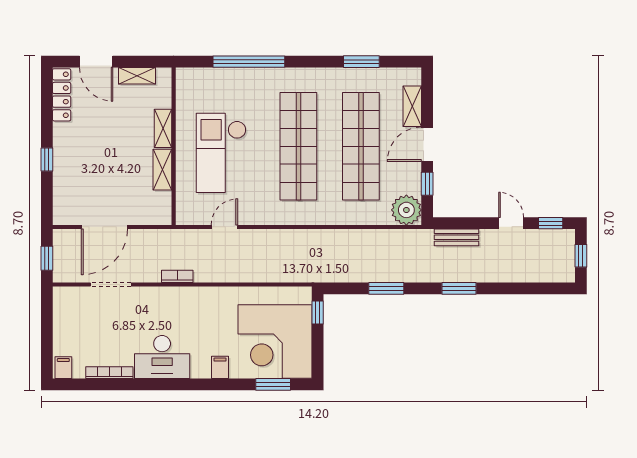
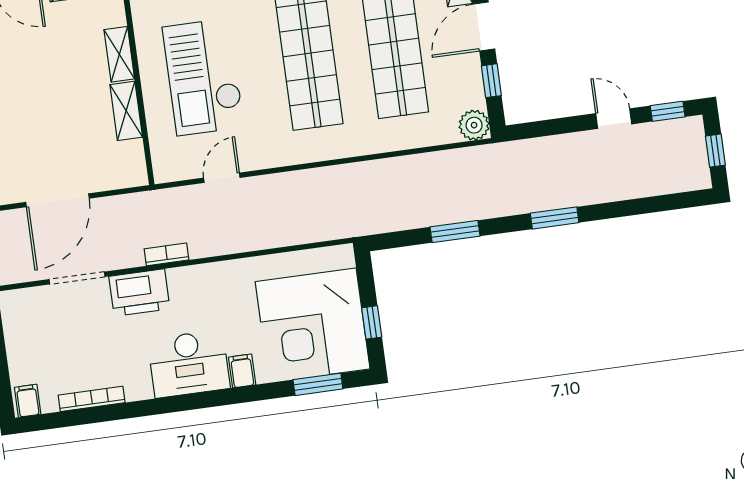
plant: (406, 210) -> (474, 125), width x0.73, depth x0.73
bench: (457, 237) -> (542, 148), removed
printer: (154, 301) -> (139, 293), added
window: (318, 313) -> (372, 322), moved
desk: (162, 357) -> (189, 364), moved

